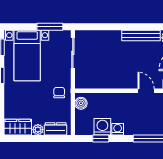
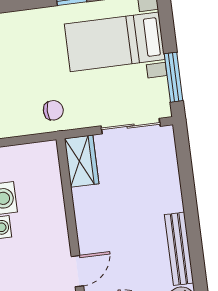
wardrobe: (88, 81) -> (82, 161), added
boiler: (81, 103) -> (39, 153), removed

